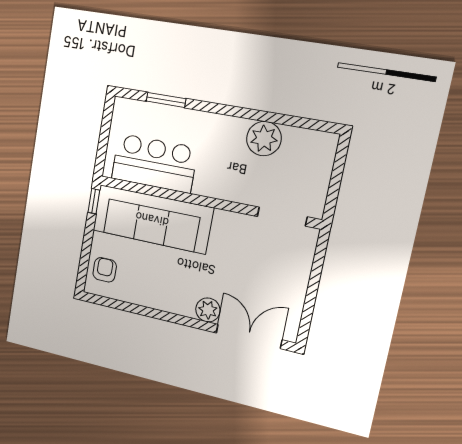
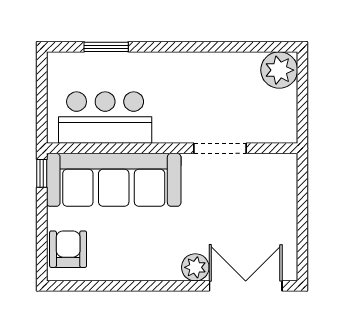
plant: (264, 139) -> (279, 70), moved
doorway: (282, 217) -> (220, 148), moved
armchair: (105, 270) -> (68, 249), width x1.38, depth x1.38

